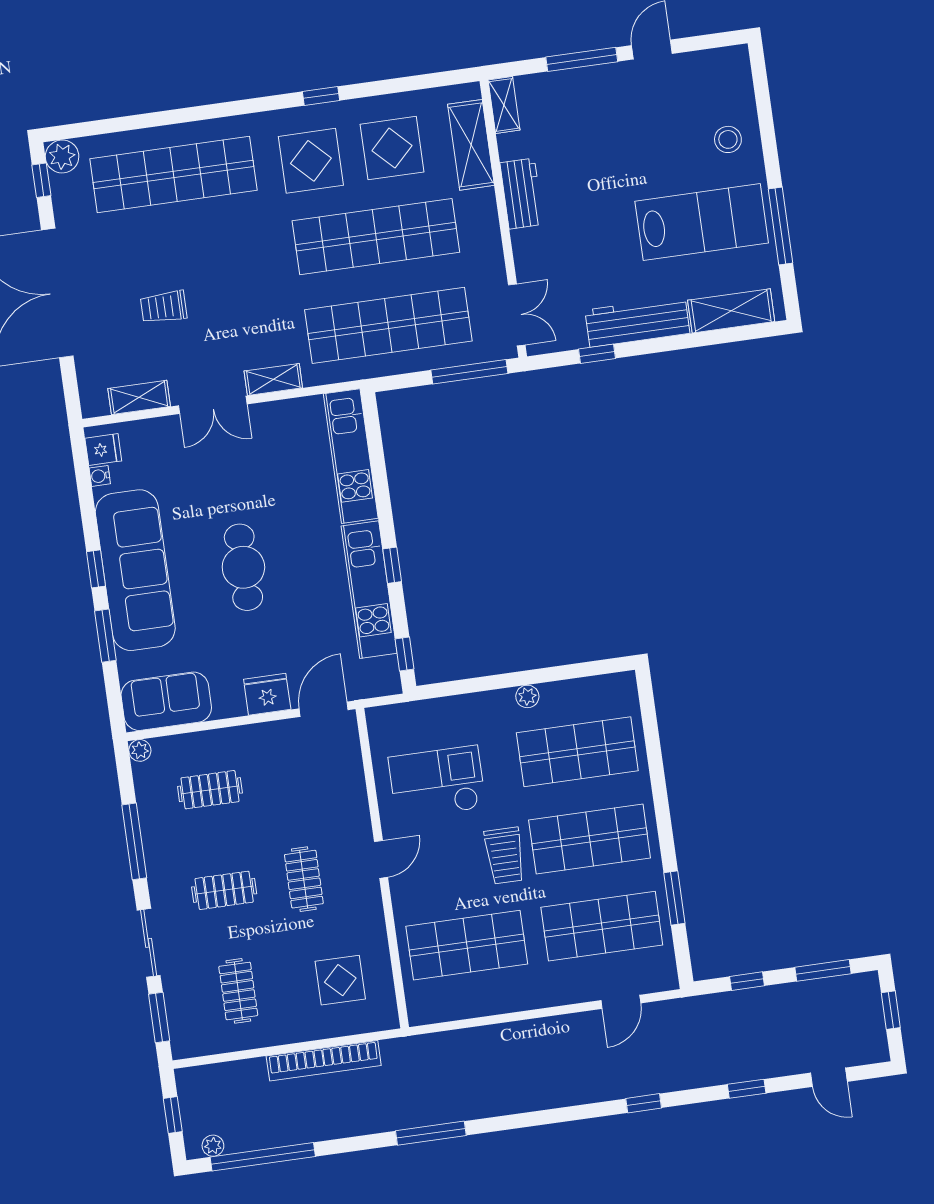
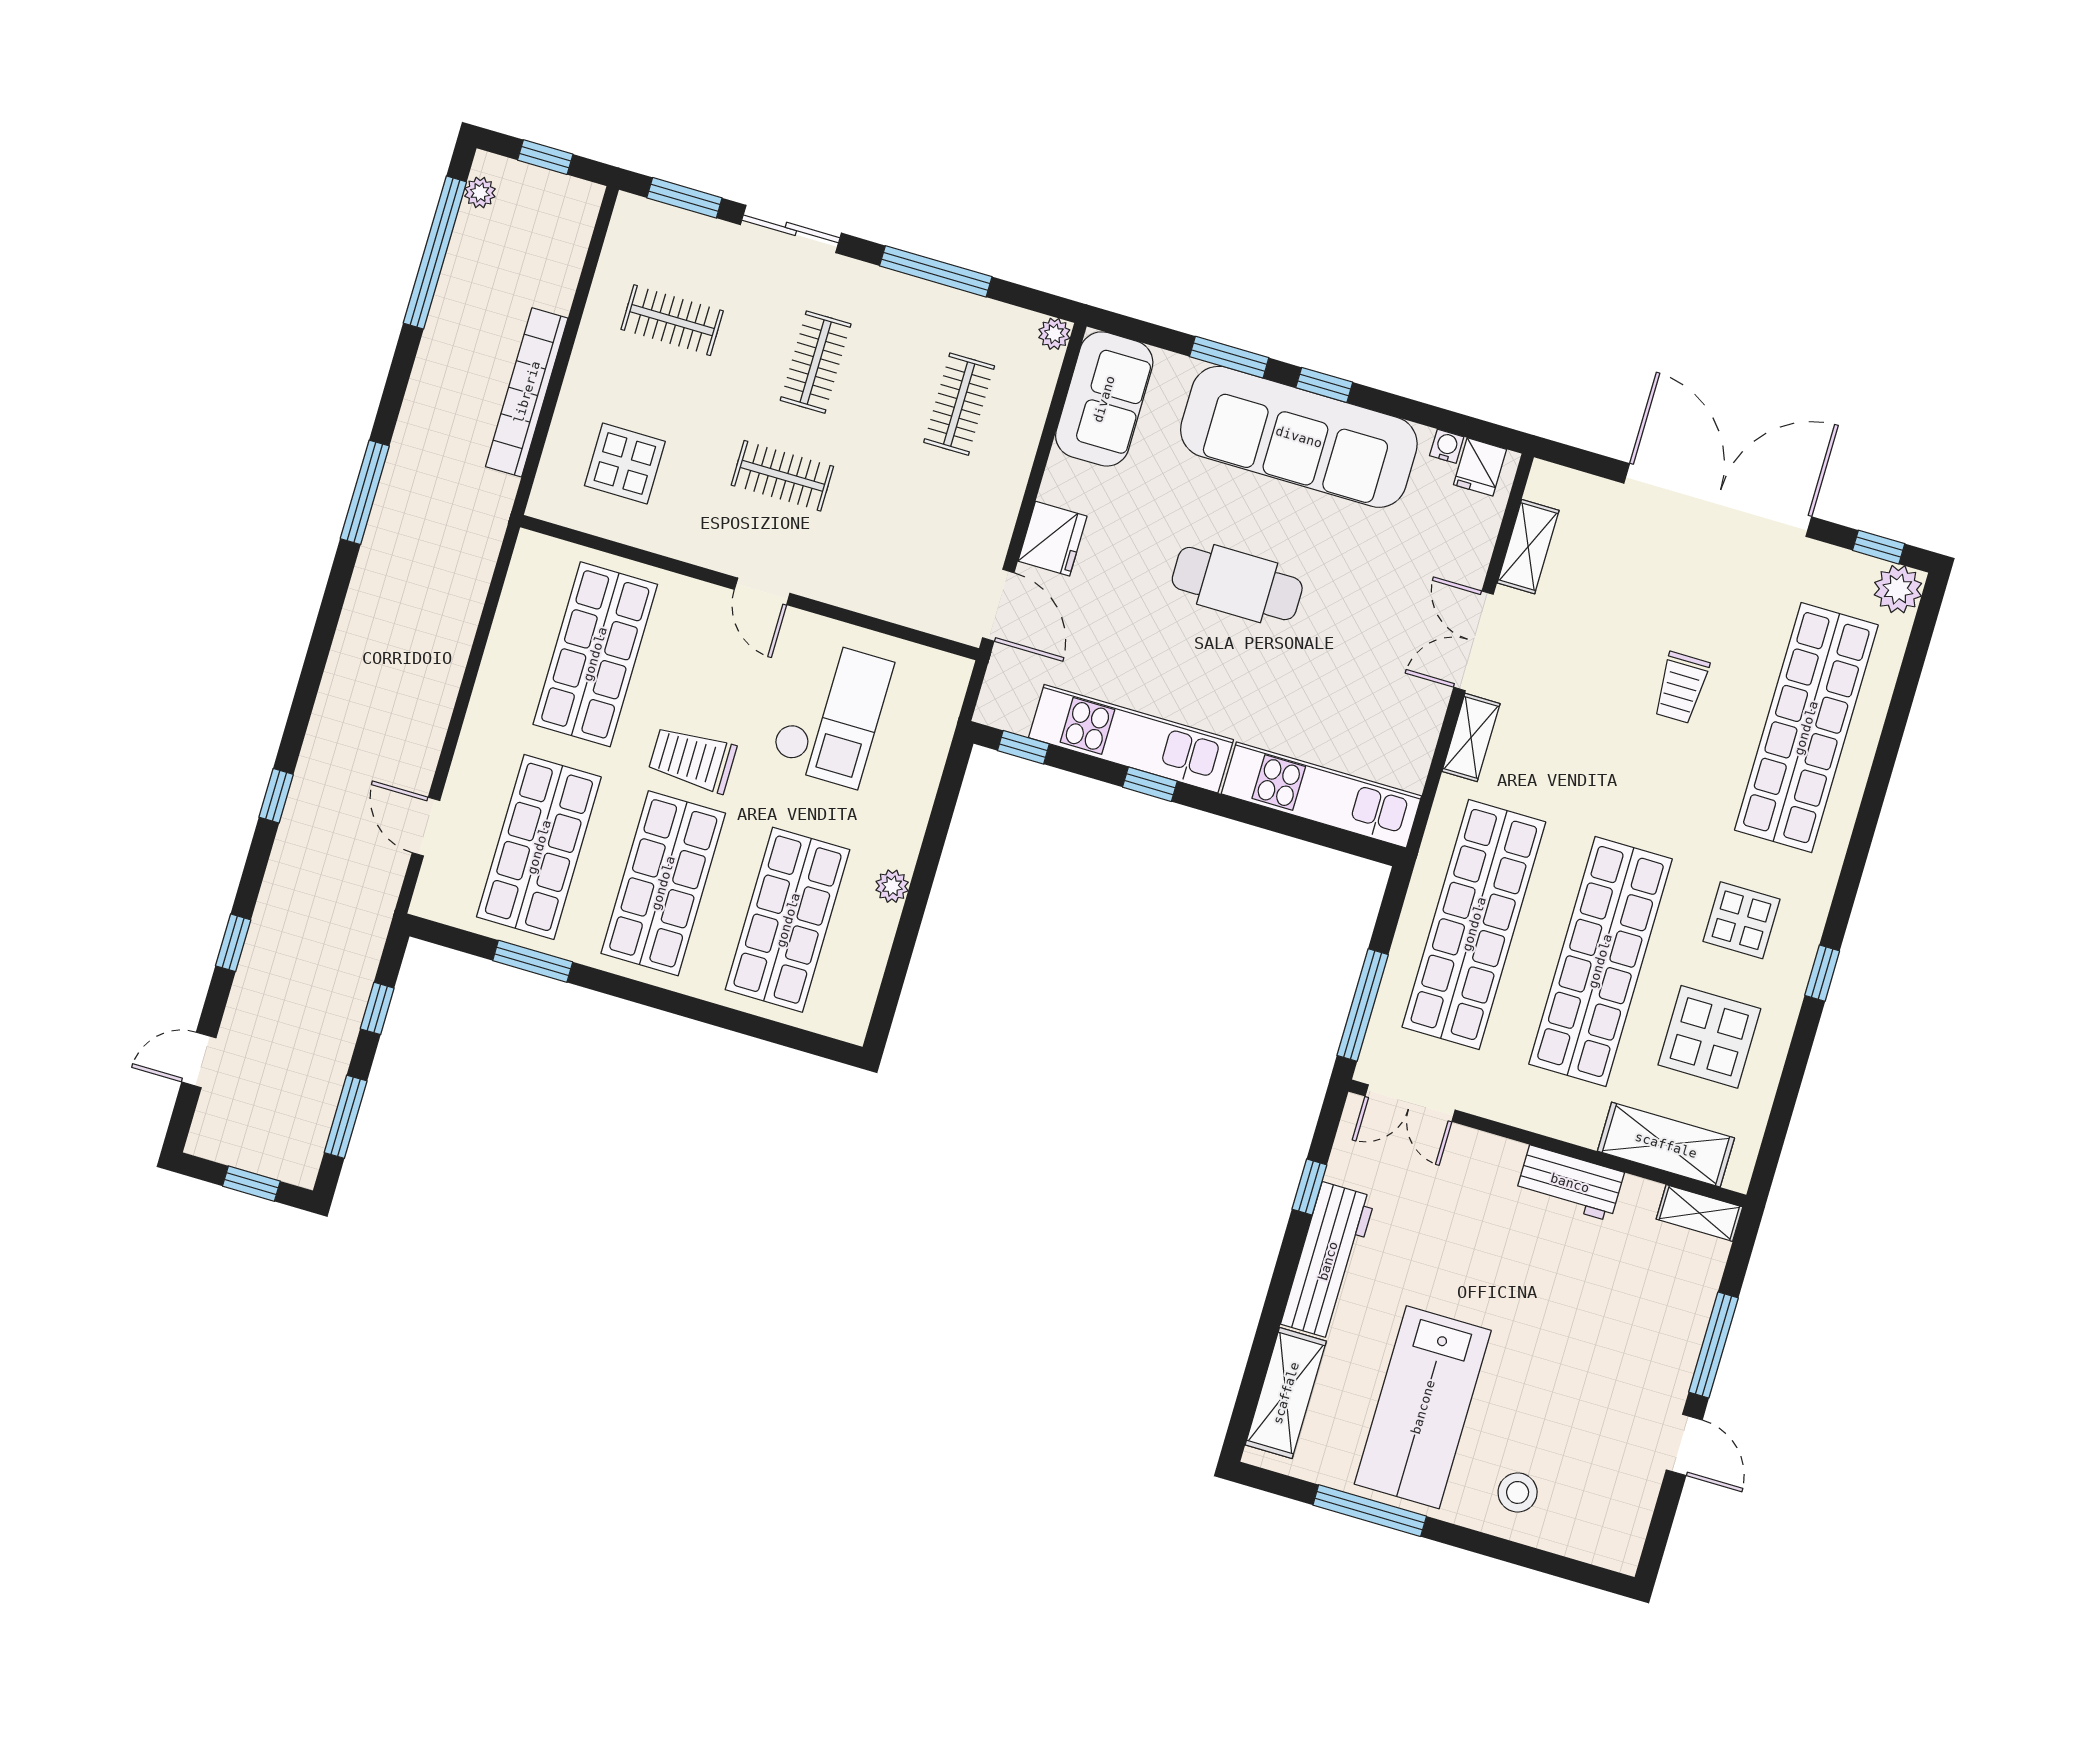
display table: (311, 161) -> (1741, 920), width x0.73, depth x0.73
trolley: (164, 307) -> (1681, 688), moved, turned 180

